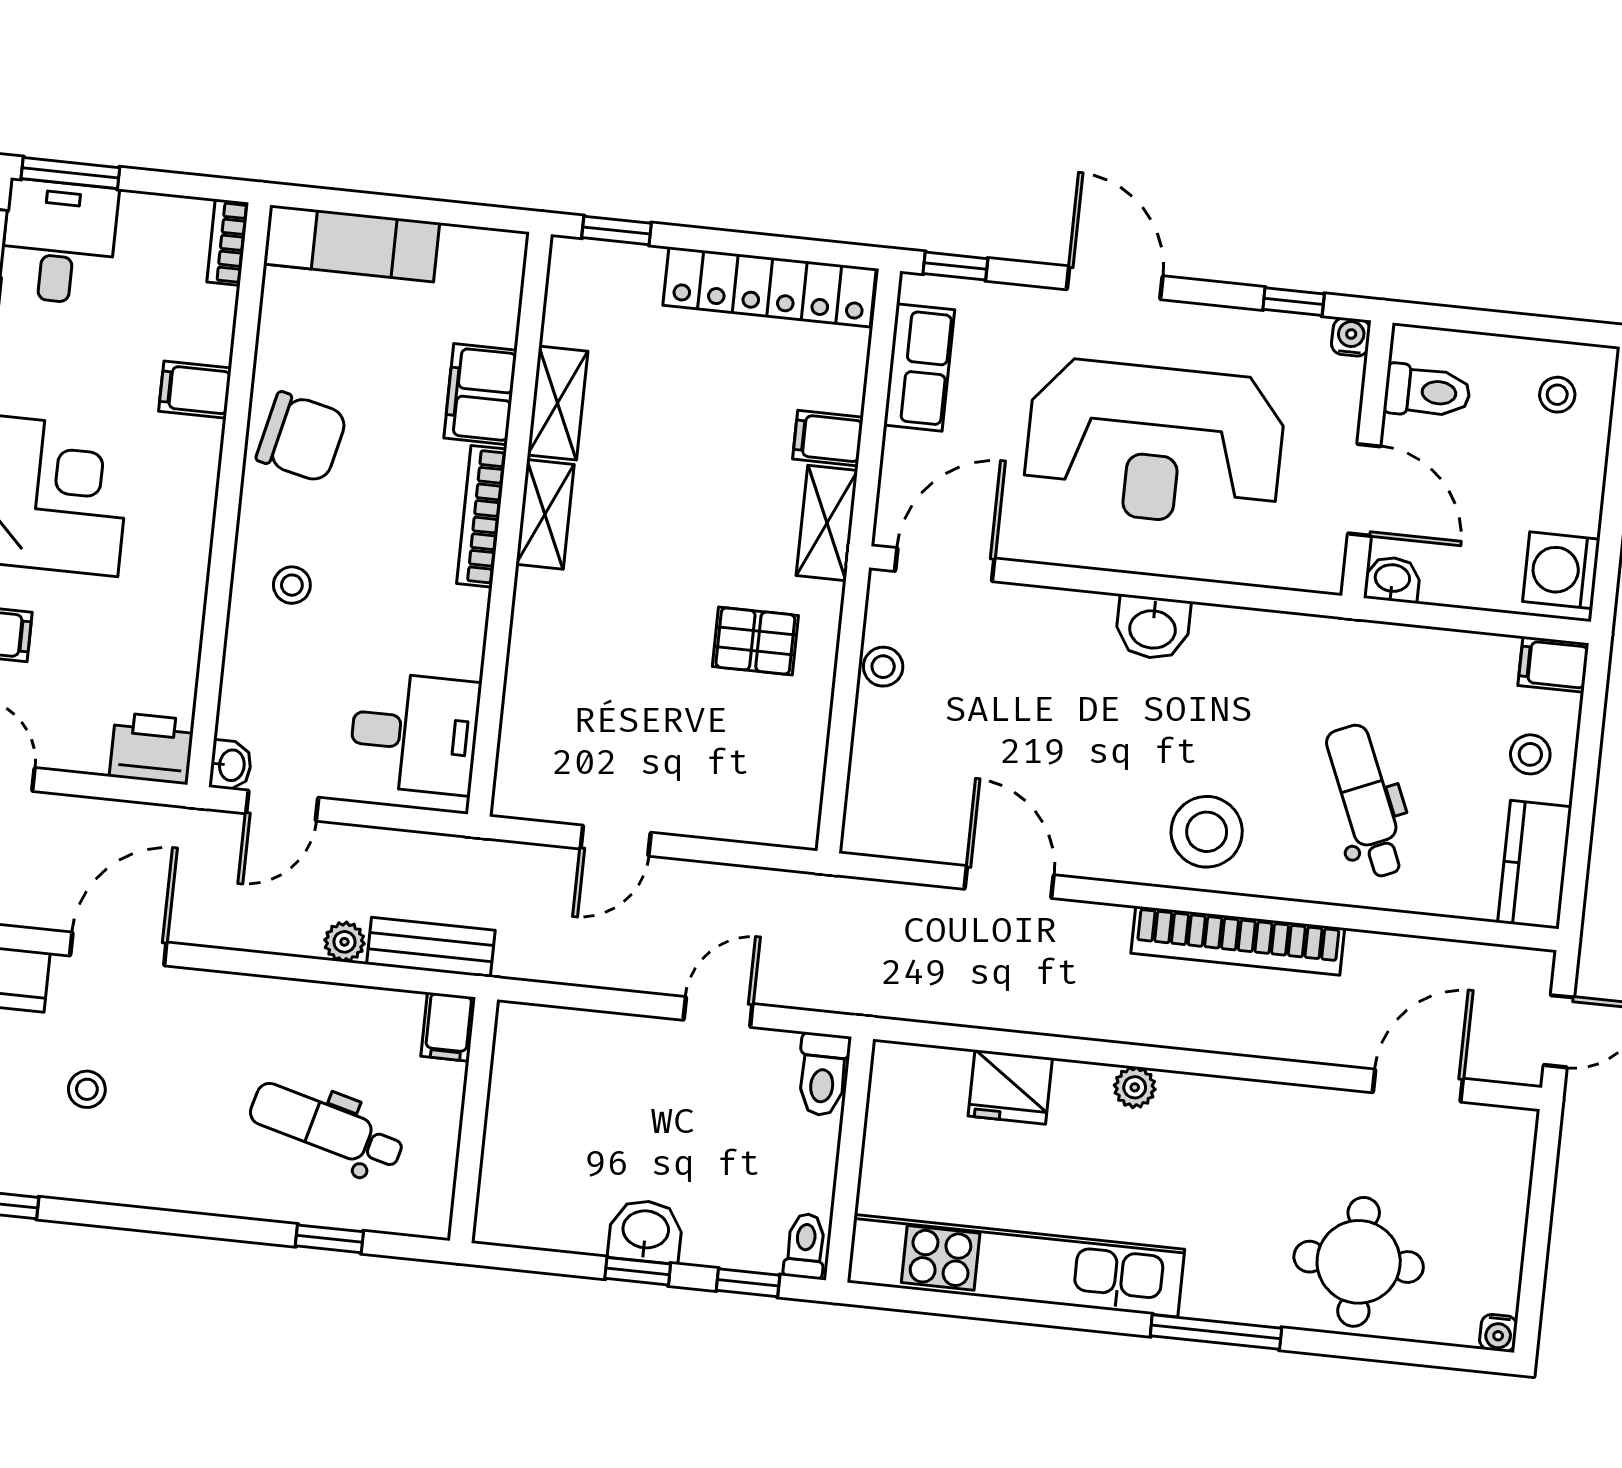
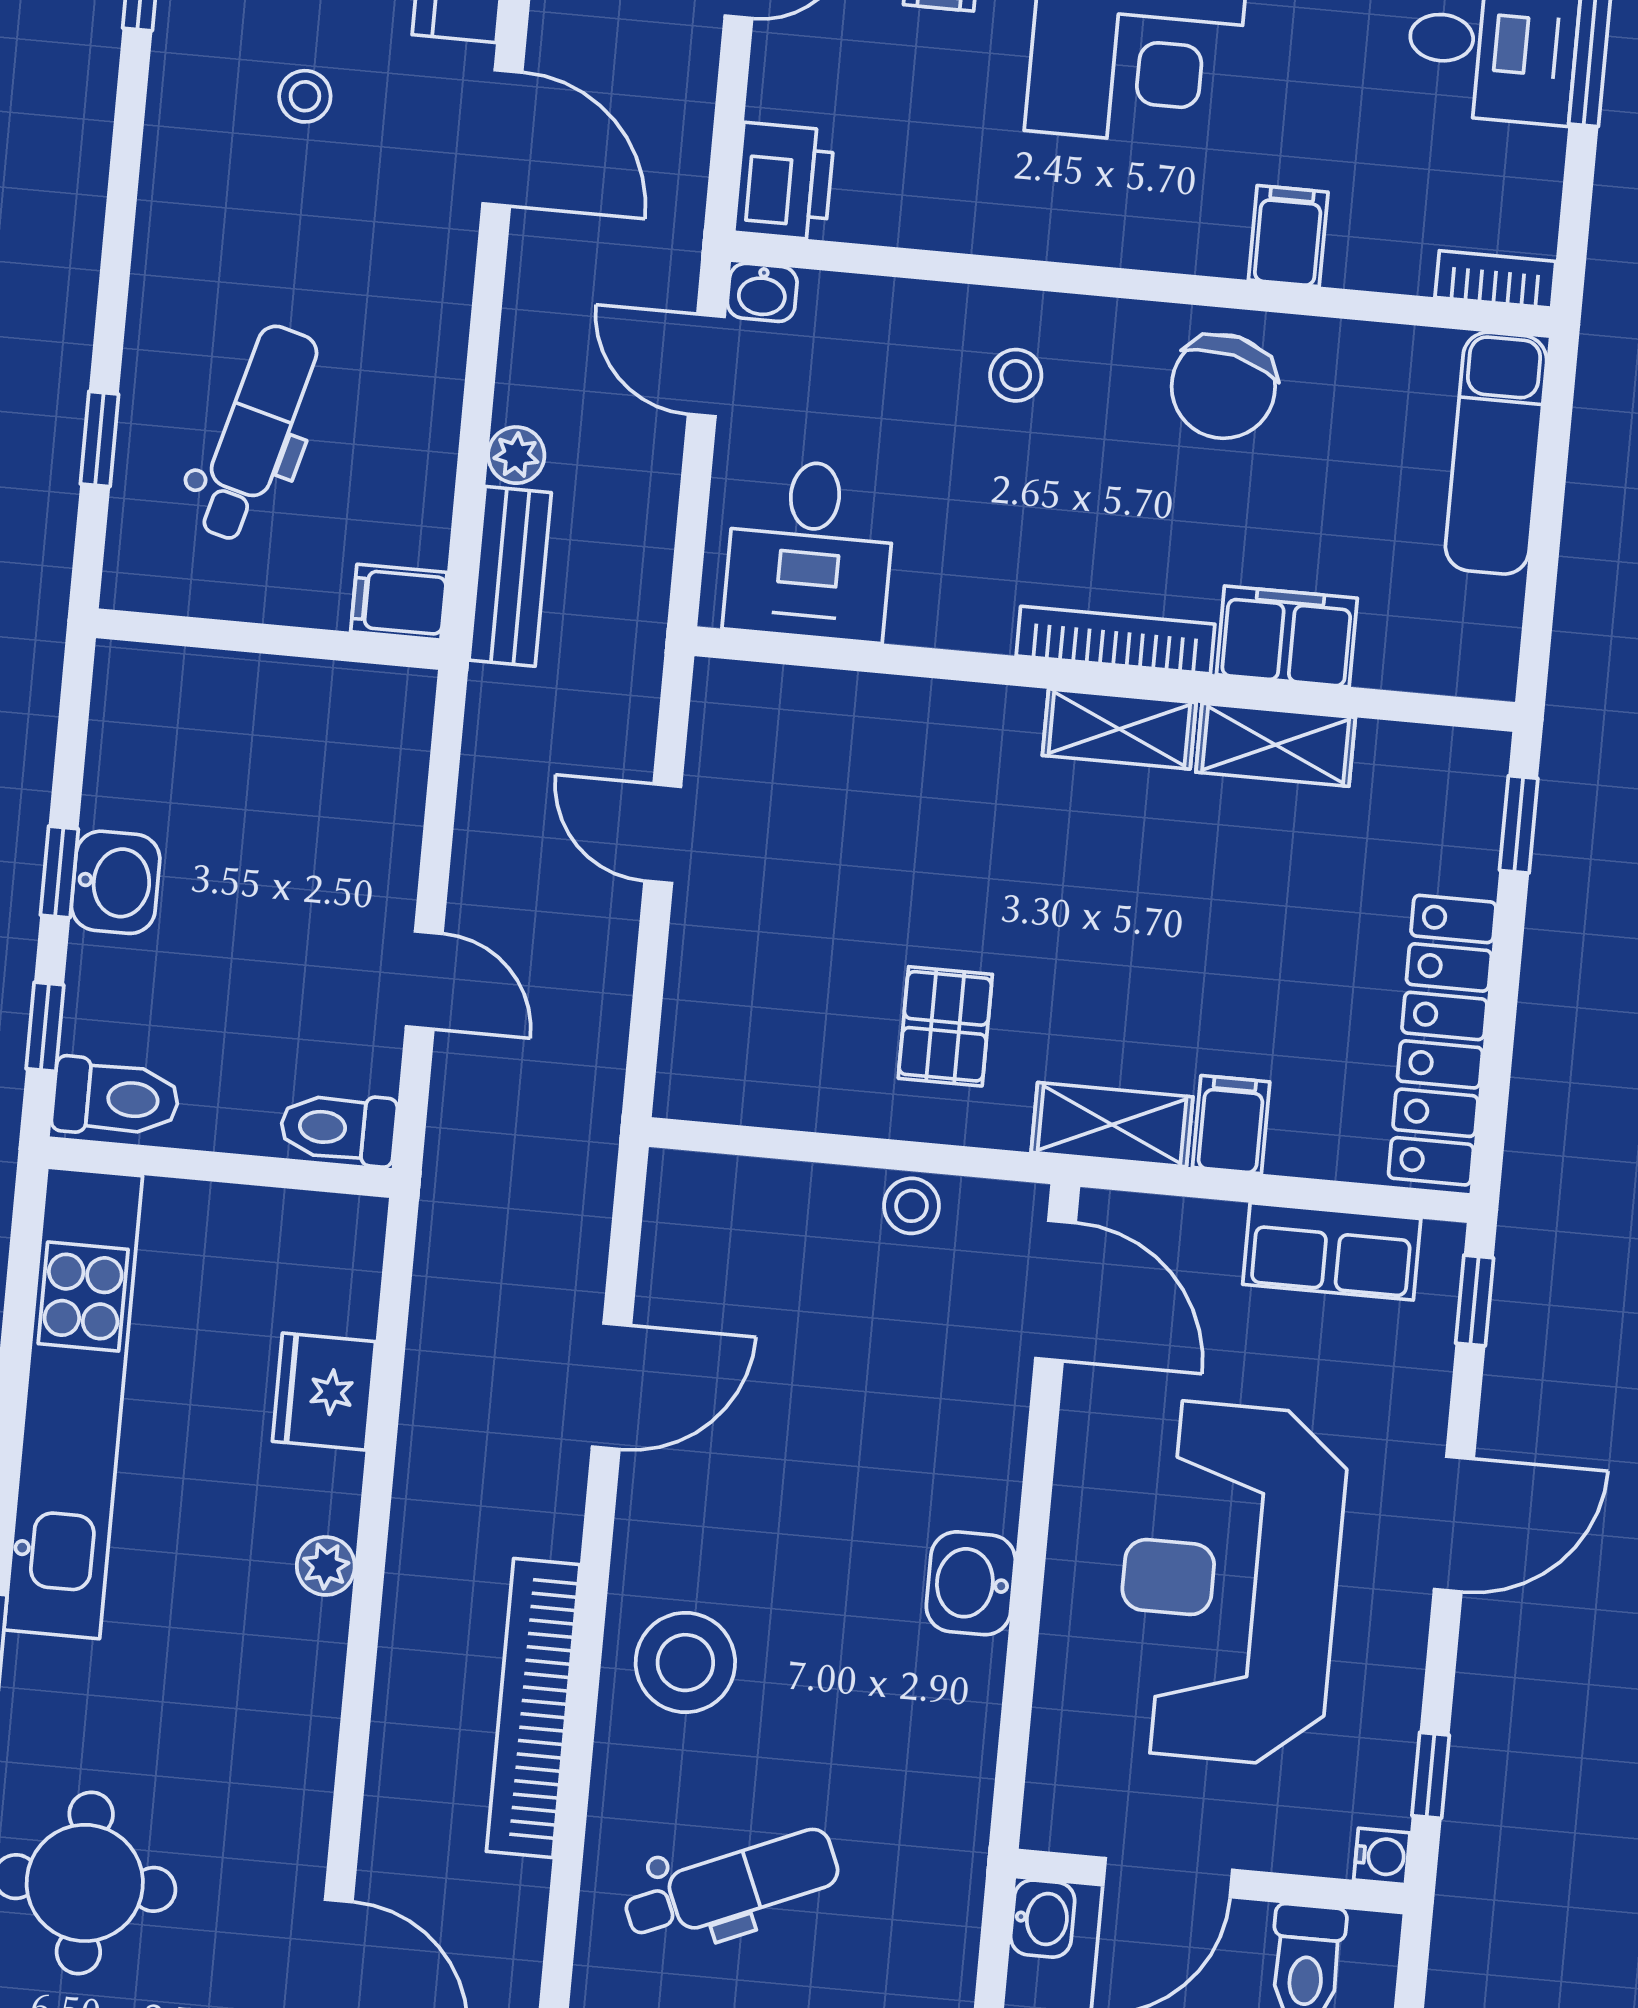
toilet: (805, 1246) -> (116, 1098), width x1.37, depth x1.39

